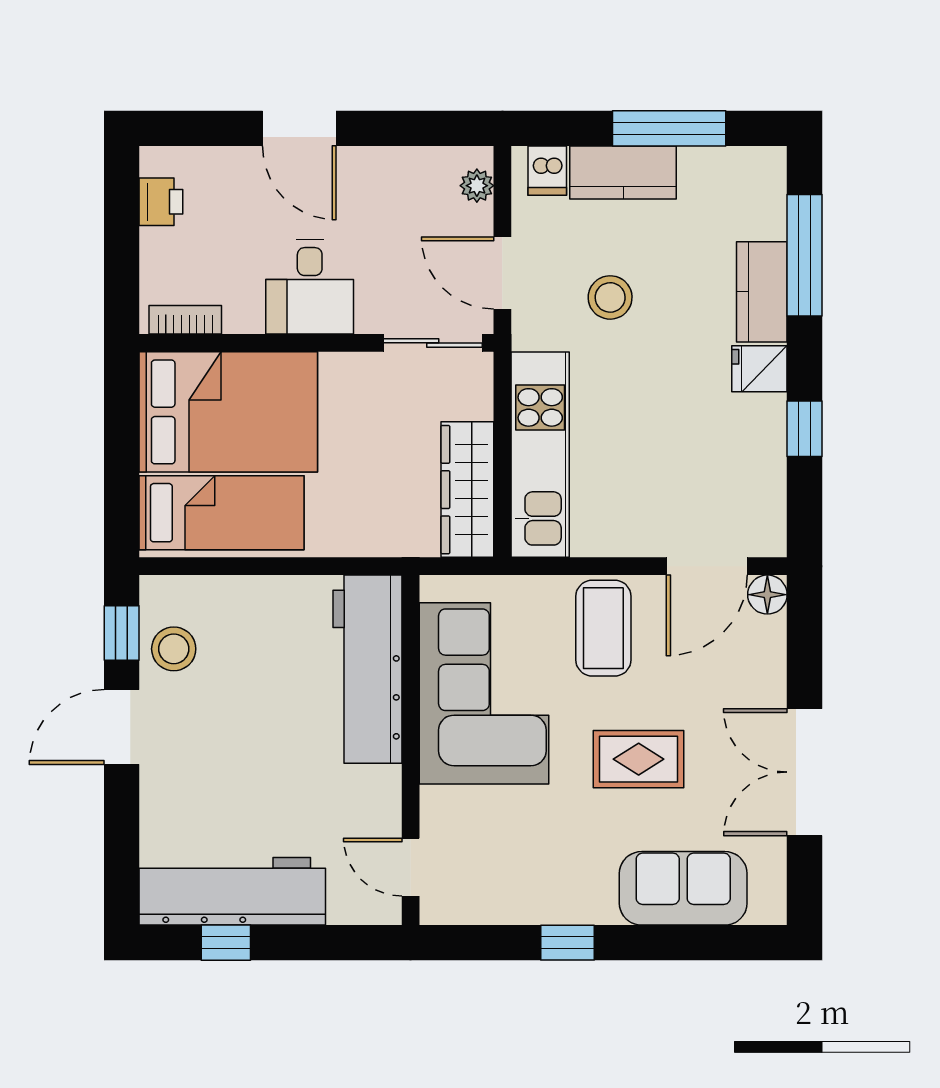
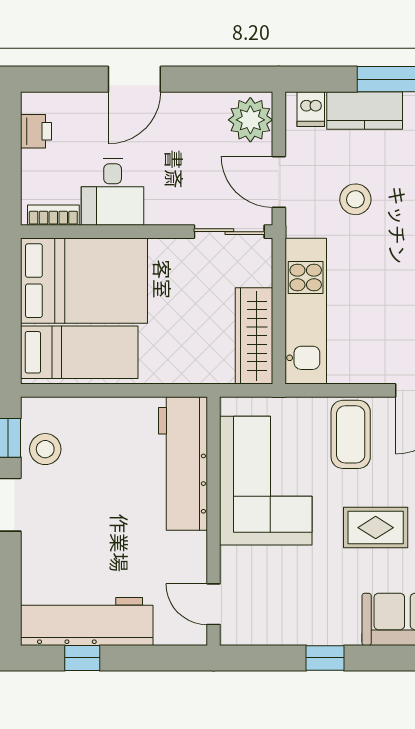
door: (299, 128) -> (134, 79), hinge flipped
plant: (477, 186) -> (250, 120), width x1.87, depth x1.87
desk: (310, 287) -> (113, 192), moved

